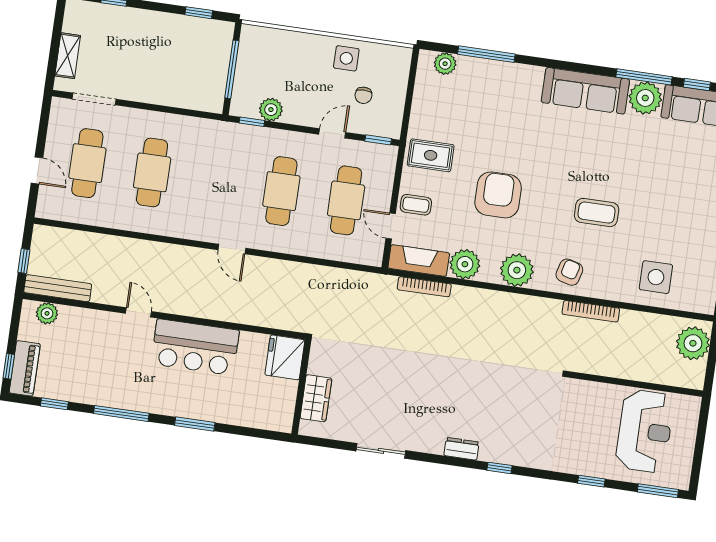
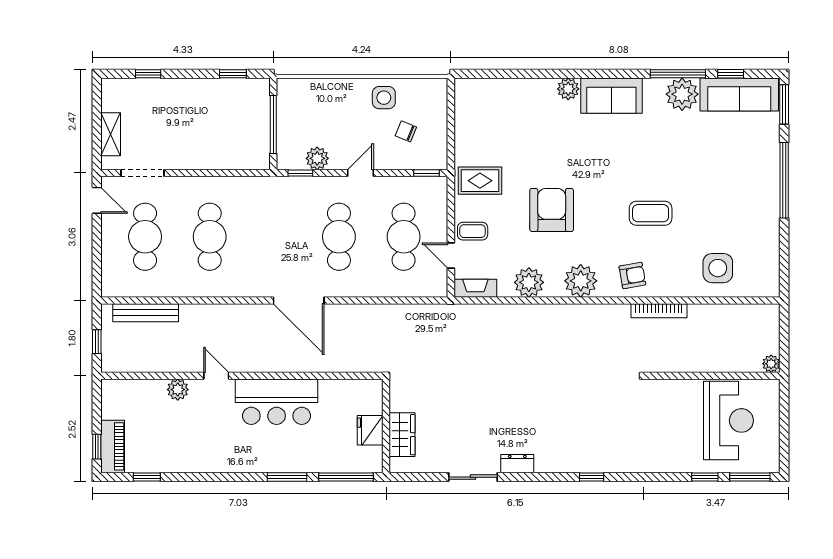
window: (486, 54) -> (520, 74), removed
plant: (445, 64) -> (568, 89), moved
sofa: (585, 91) -> (611, 96), width x0.73
chair: (363, 95) -> (406, 131), turned 112
door: (332, 133) -> (360, 173), moved
door: (37, 170) -> (97, 200), moved
door: (232, 249) -> (299, 300), width x1.88
fireplace: (419, 260) -> (475, 288), width x0.73, depth x0.76
armchair: (569, 272) -> (632, 275), turned 65
bookcase: (424, 287) -> (492, 310), removed
bench: (58, 288) -> (146, 313), moved
plant: (47, 313) -> (178, 390), moved
plant: (693, 343) -> (771, 364), moved, width x0.53, depth x0.53
fridge: (285, 357) -> (370, 430), moved, width x0.73, depth x0.75
window: (121, 413) -> (346, 477), moved
dresser: (462, 449) -> (517, 464), moved
window: (591, 481) -> (705, 477), moved

